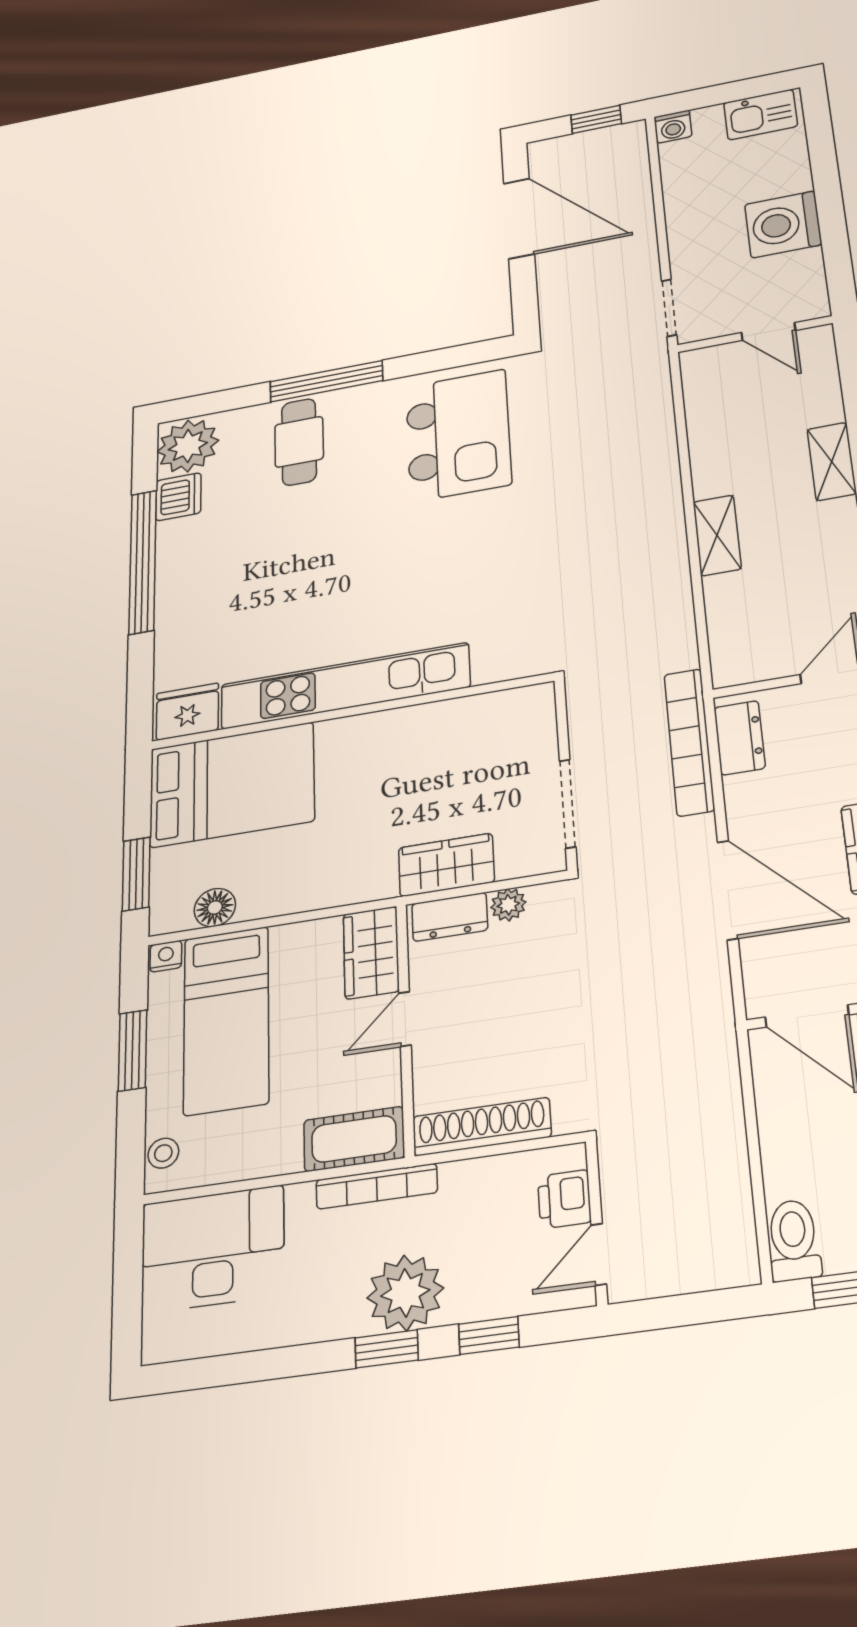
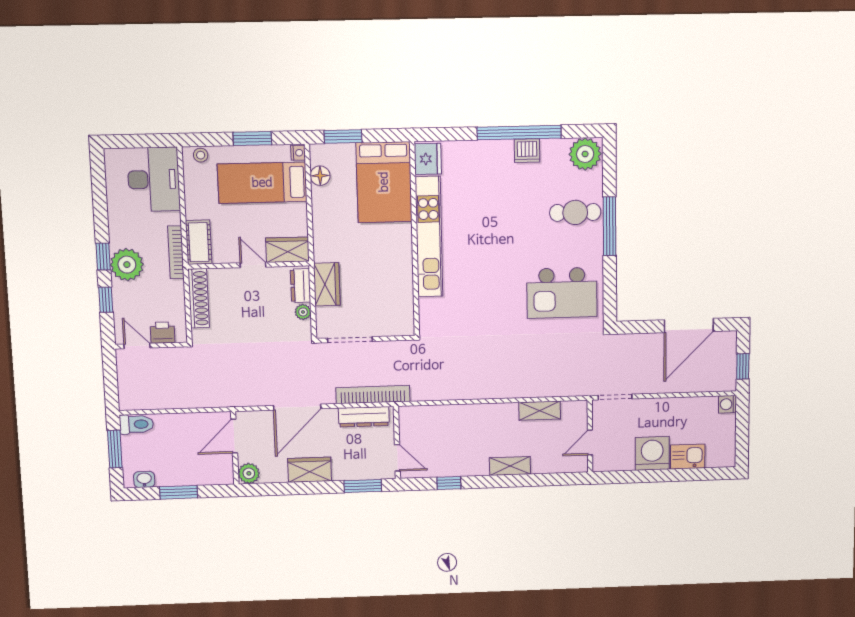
kitchen sink: (761, 115) -> (688, 457), moved, turned 90
dishwasher: (178, 497) -> (527, 151), moved
shelving: (717, 535) -> (540, 411), moved
dresser: (740, 738) -> (364, 417), width x1.44

